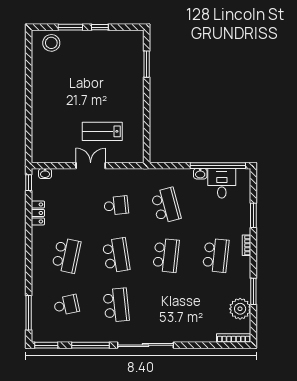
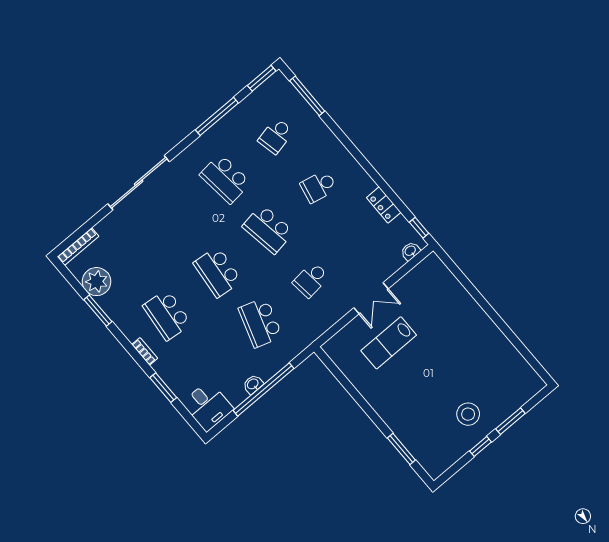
stool: (51, 43) -> (468, 414), moved
lab bench: (102, 131) -> (389, 343), turned 180
window: (218, 166) -> (263, 389), moved
desk: (222, 183) -> (208, 406), moved
school desk: (166, 205) -> (260, 323), turned 33
school desk: (66, 255) -> (319, 186), width x0.54
sliding door: (146, 345) -> (139, 183), moved

